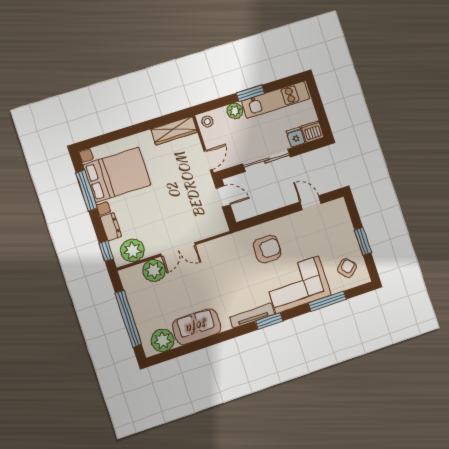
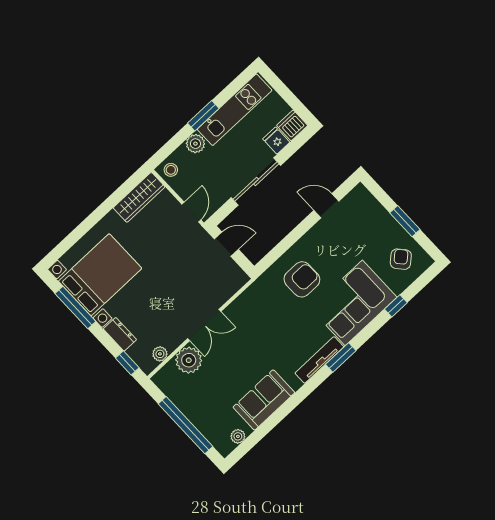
plant: (133, 250) -> (160, 354), width x0.53, depth x0.53
window: (327, 301) -> (396, 306), width x0.46
plant: (163, 340) -> (238, 436), width x0.53, depth x0.53

